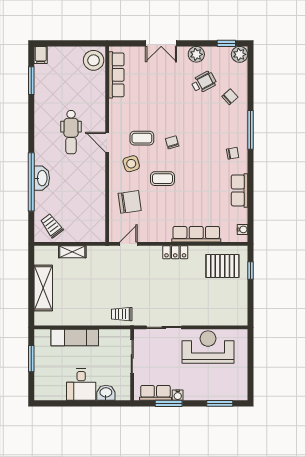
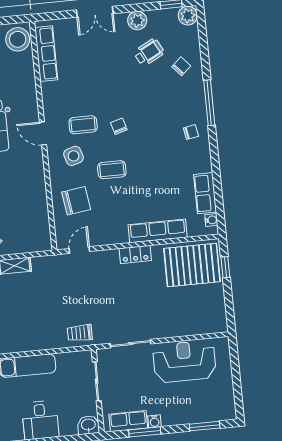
row of seats: (240, 190) -> (205, 193), moved
pallet: (222, 266) -> (192, 265), width x1.37, depth x1.41
washbasin: (106, 393) -> (88, 425), moved

